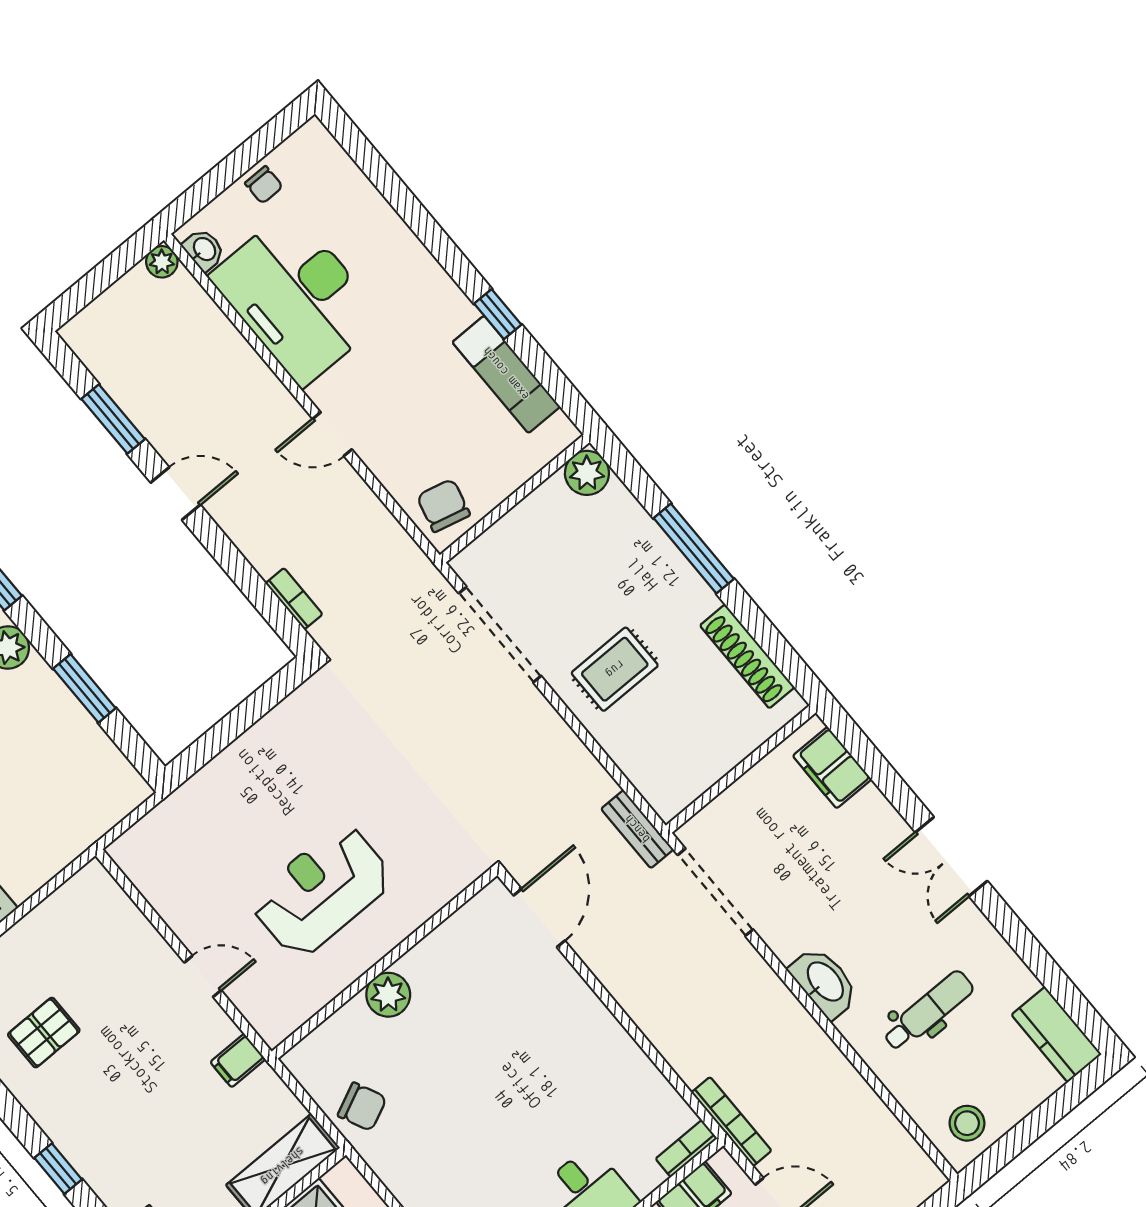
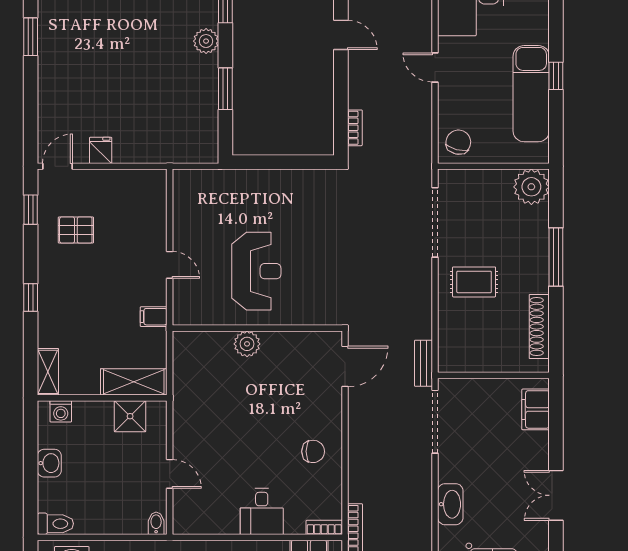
exam couch: (506, 374) -> (531, 94), width x1.36, depth x1.45
plant: (587, 473) -> (531, 187), width x1.36, depth x1.36
reception desk: (322, 891) -> (256, 271), turned 90
chair: (362, 1107) -> (313, 451), moved, turned -65

